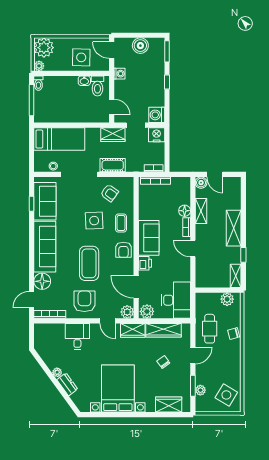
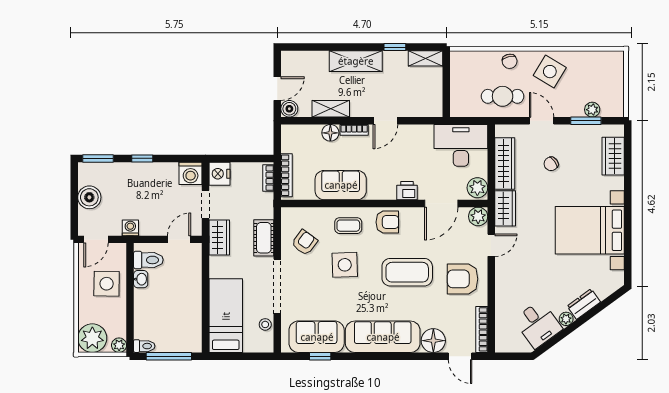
sofa: (149, 238) -> (341, 185), moved
plant: (227, 299) -> (459, 71), removed
desk: (77, 336) -> (538, 324), moved, turned -126
side table: (226, 395) -> (550, 72), moved

